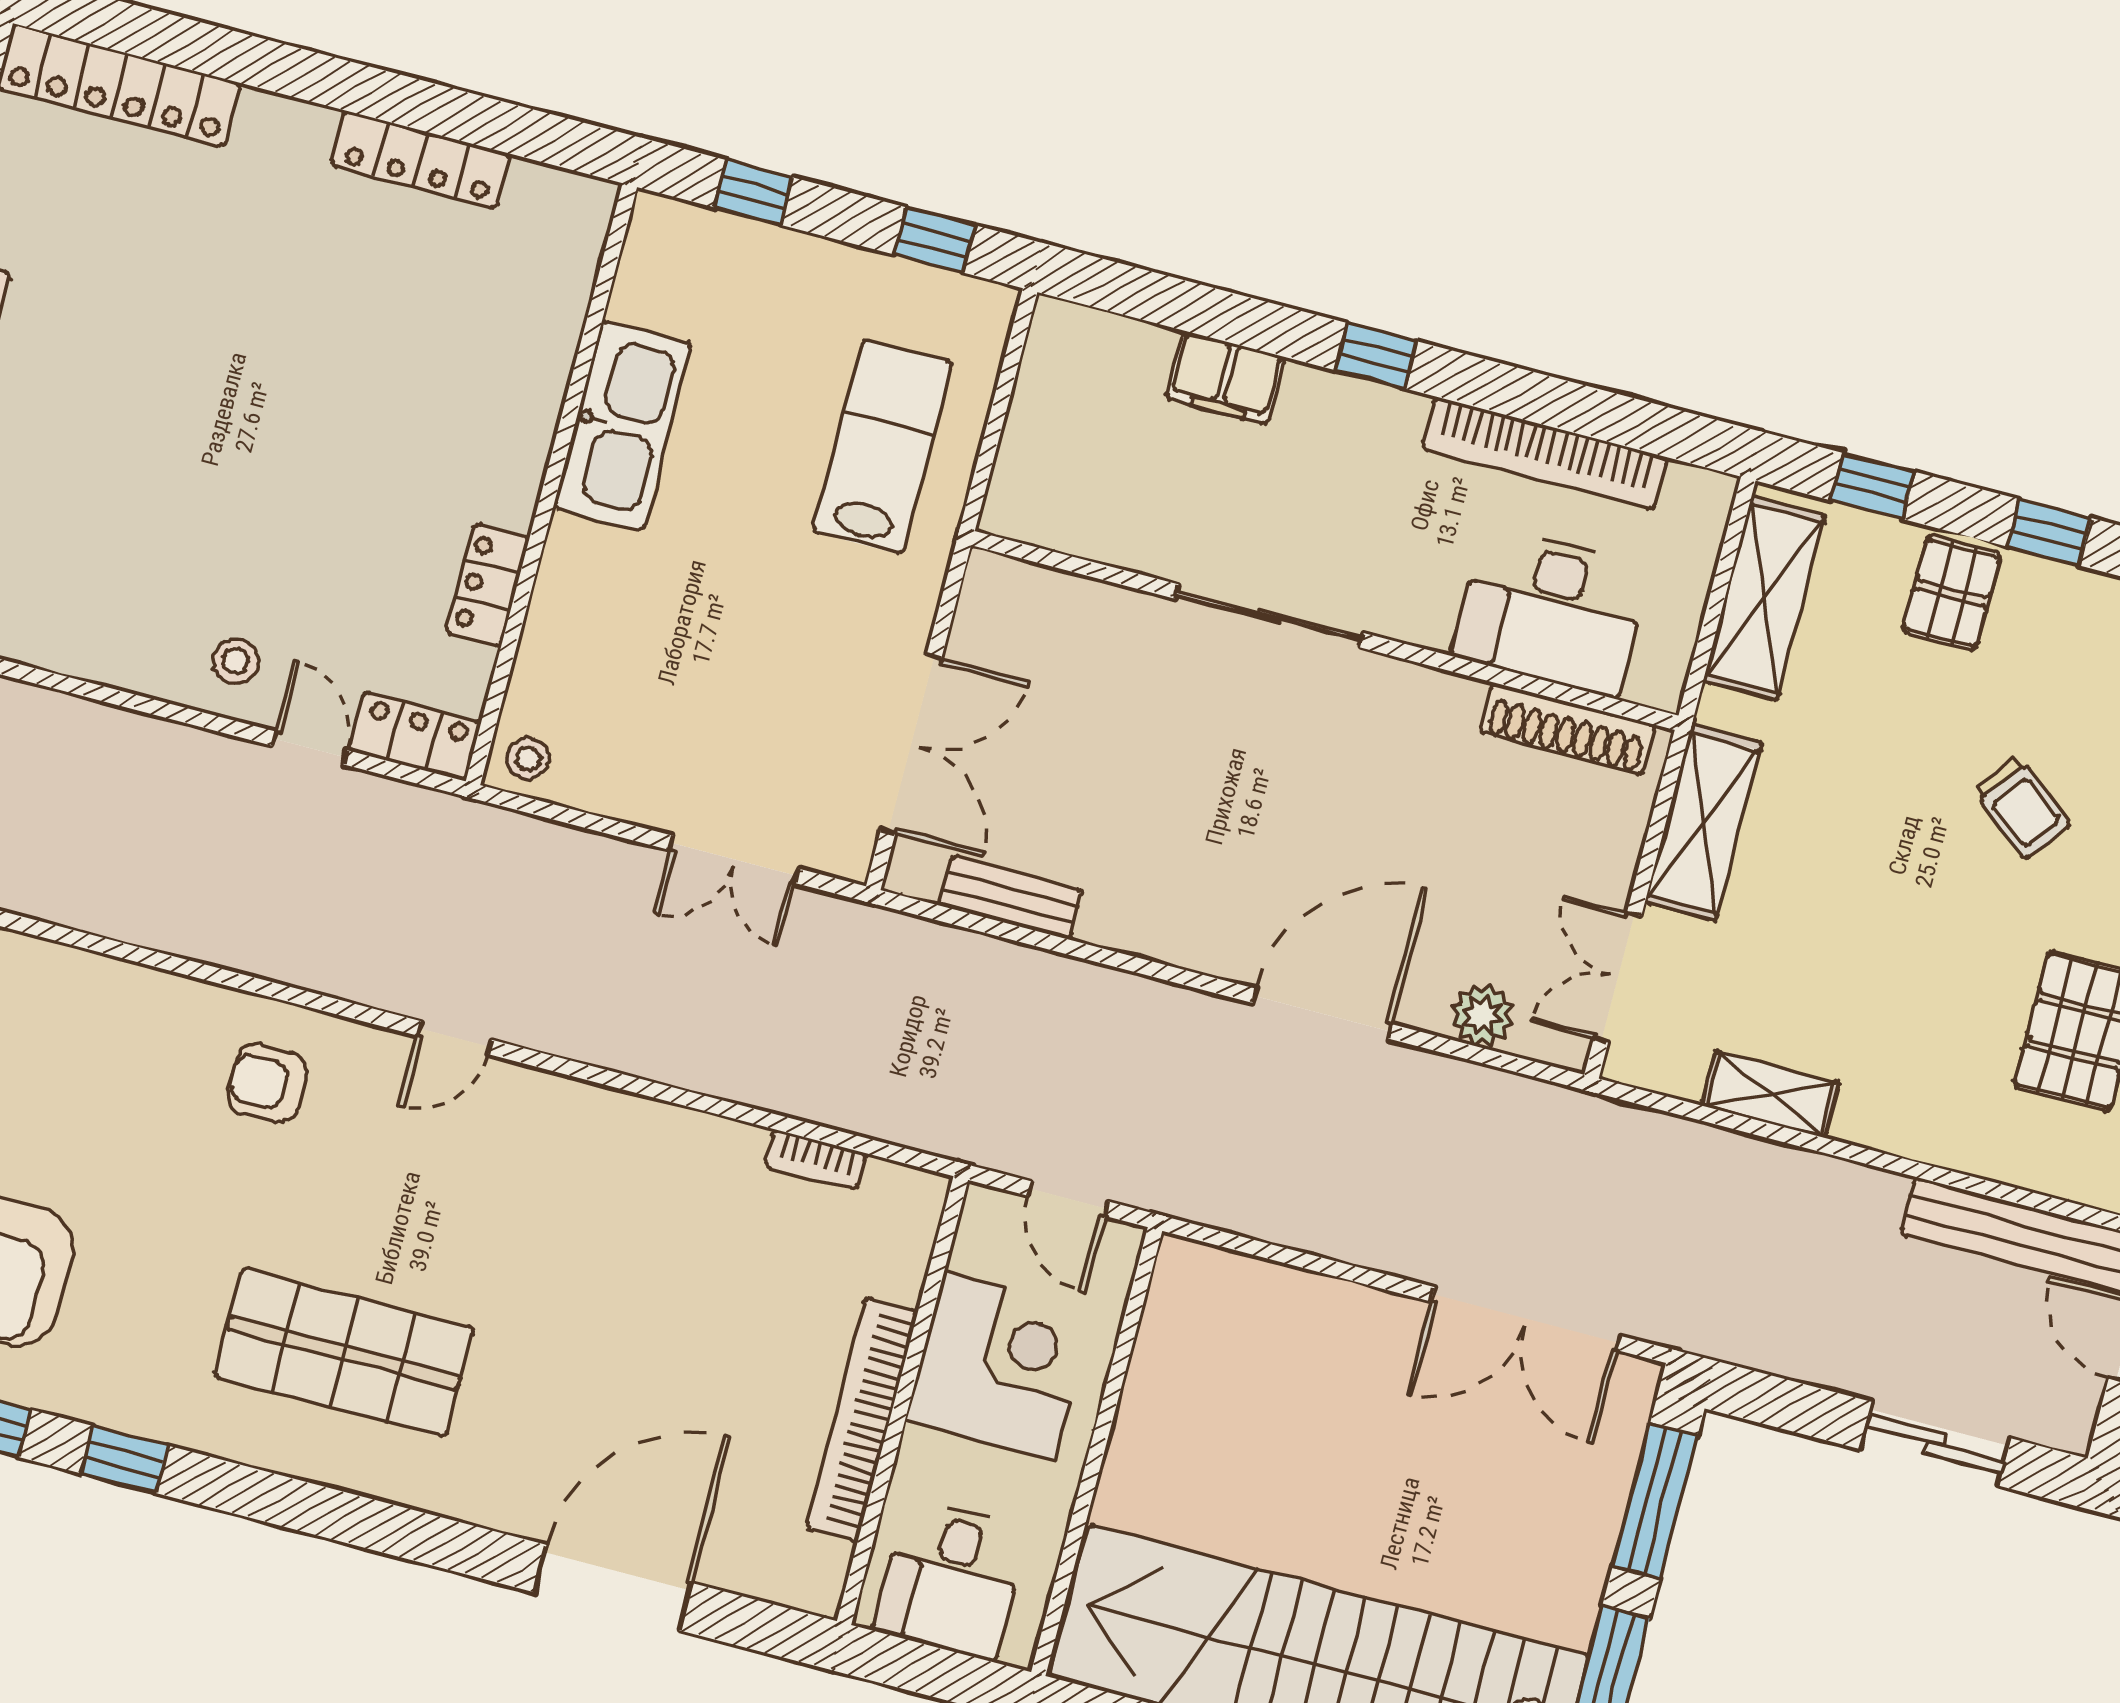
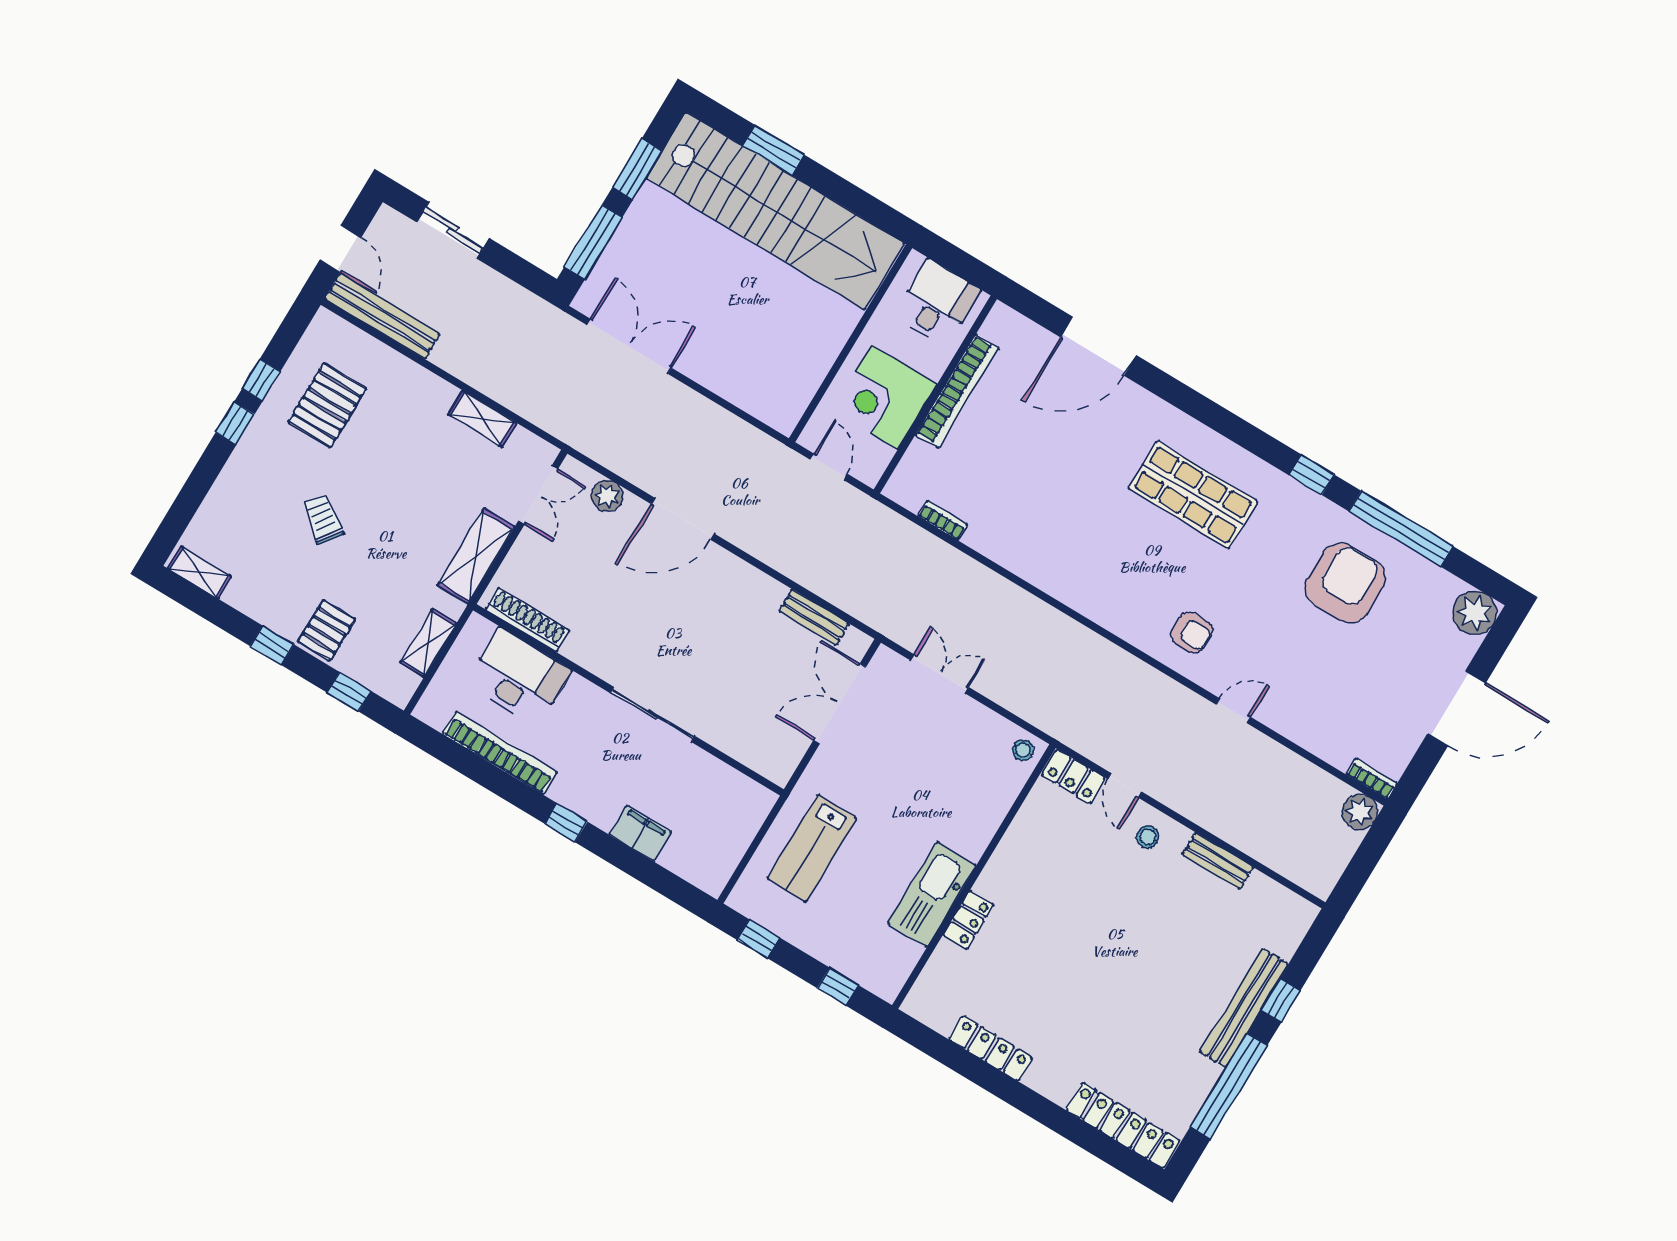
locker: (488, 585) -> (968, 920), moved
shelving: (1764, 598) -> (428, 643), width x0.67, depth x0.75
bench: (85, 655) -> (1218, 861), added
door: (454, 1038) -> (1233, 711), moved

